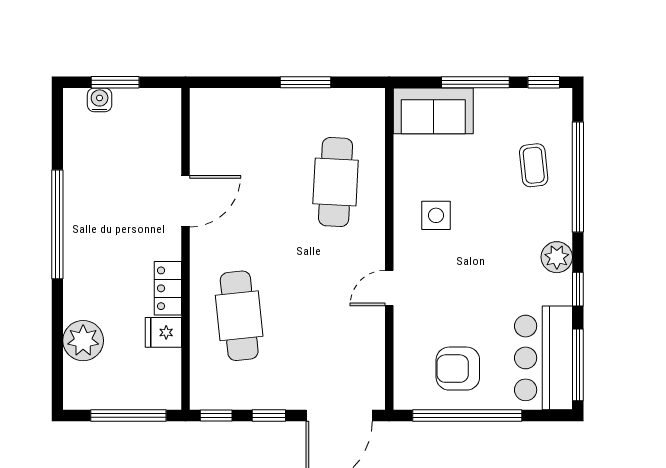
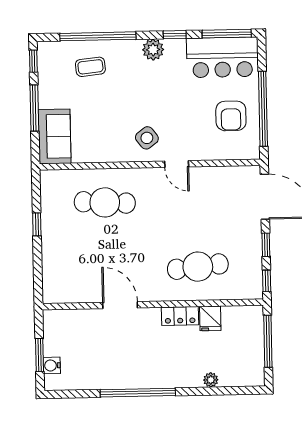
window: (306, 82) -> (37, 224), width x0.67
side table: (436, 215) -> (147, 138), moved, turned -37
plant: (83, 341) -> (211, 380), width x0.53, depth x0.53

